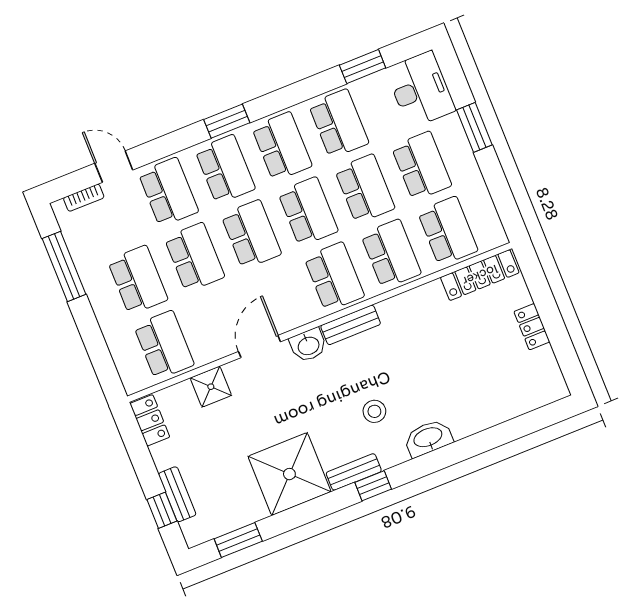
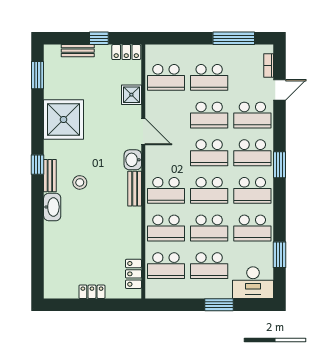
locker: (480, 275) -> (133, 274), width x0.66
bench: (354, 472) -> (50, 176), moved
window: (162, 510) -> (99, 38), moved

